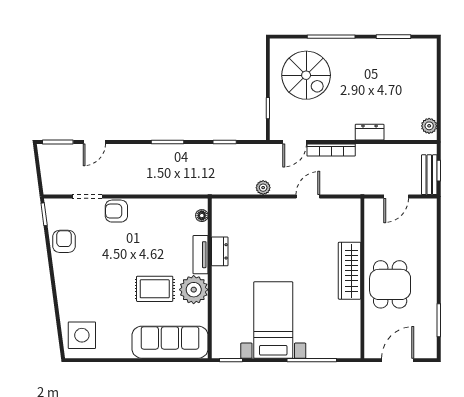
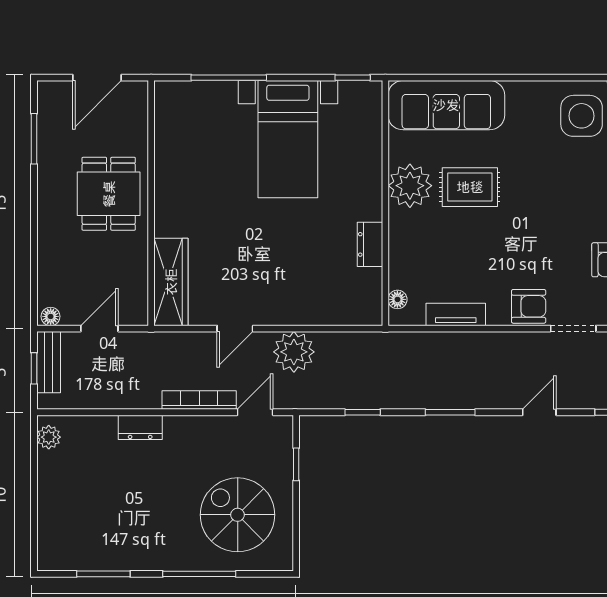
door: (94, 142) -> (539, 412), moved
plant: (263, 188) -> (294, 352), width x1.87, depth x1.87
floor lamp: (428, 204) -> (51, 316), added
tv unit: (201, 255) -> (456, 314), moved, turned -90
wardrobe: (350, 271) -> (171, 282), moved

